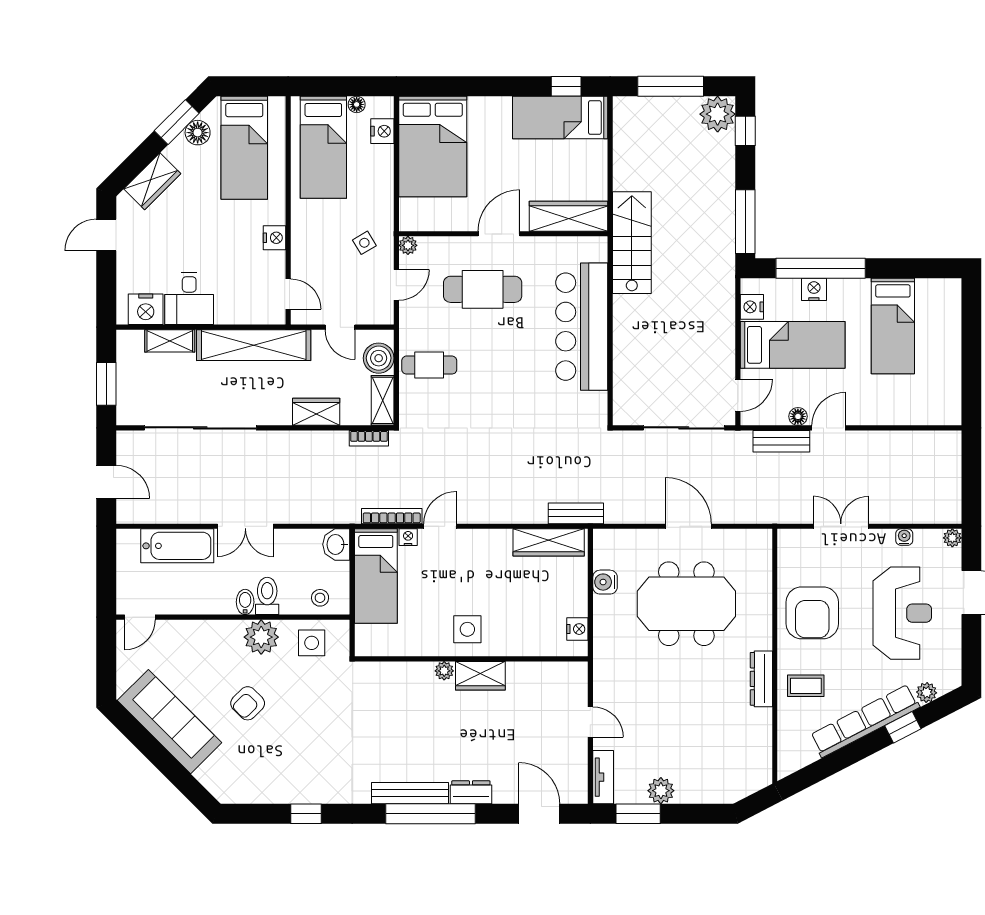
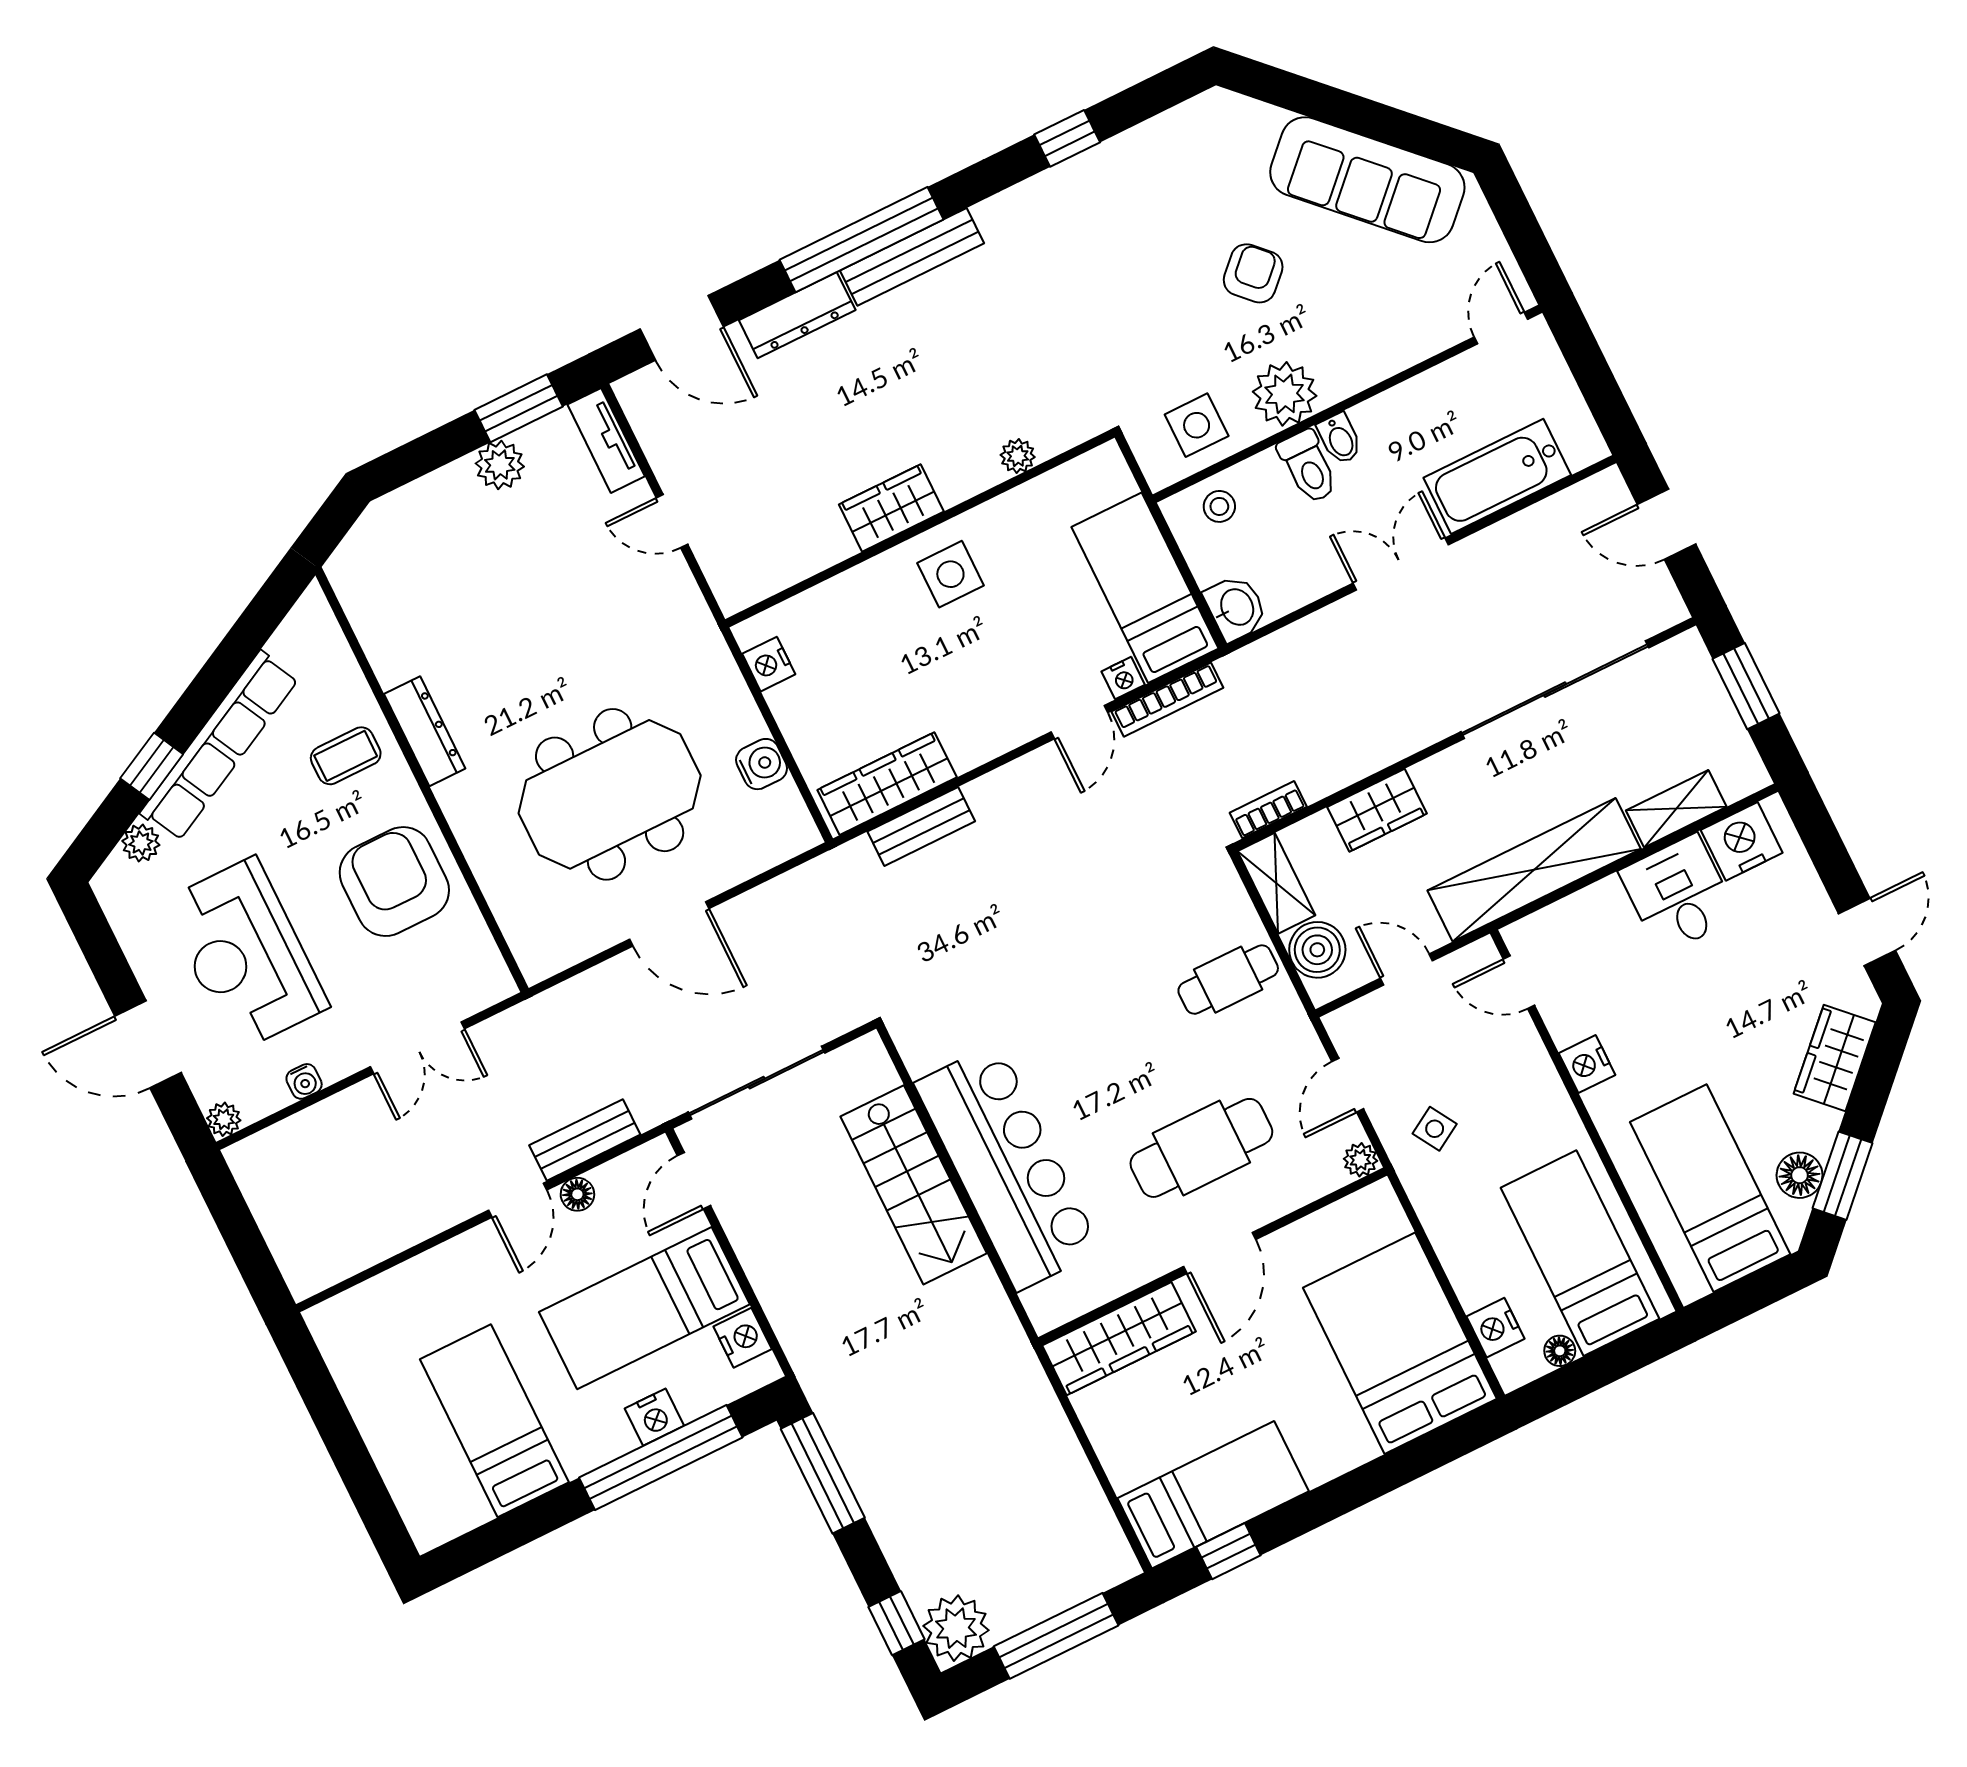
stairs: (632, 243) -> (914, 1185), moved
bench: (576, 513) -> (921, 826), moved
plant: (444, 671) -> (1018, 456), moved
dresser: (471, 792) -> (797, 315), width x1.44

